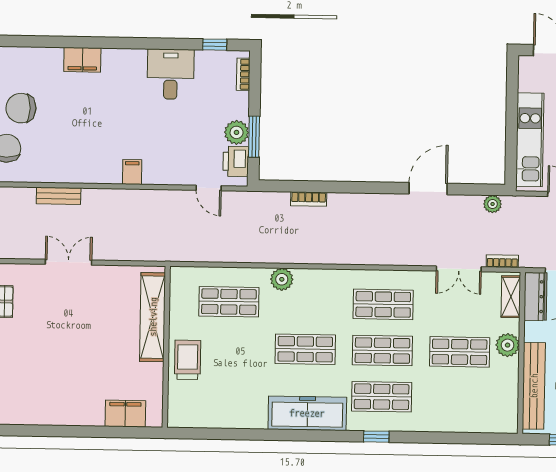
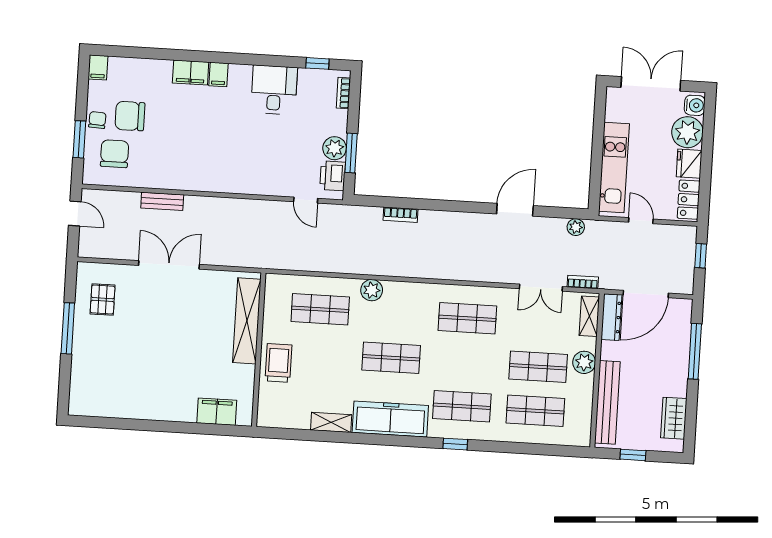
filing cabinet: (132, 172) -> (218, 74), moved, turned 180
double door: (68, 262) -> (169, 265), width x1.37
shop shelf: (382, 351) -> (535, 411), moved
shelving: (245, 420) -> (331, 422), added

